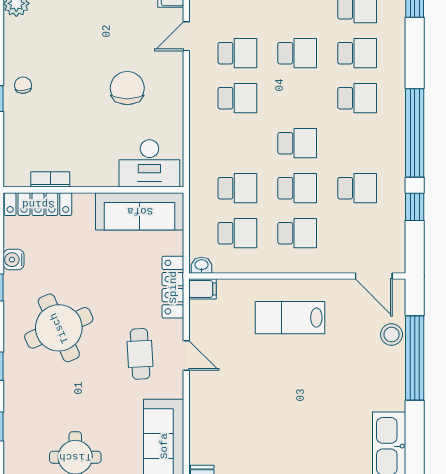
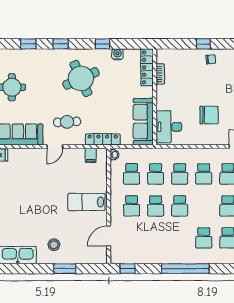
school desk: (357, 188) -> (180, 174), moved
window: (415, 207) -> (128, 269), moved
door: (374, 276) -> (109, 236), moved
filing cabinet: (203, 289) -> (91, 155), moved
lab bench: (290, 318) -> (86, 202), turned -90
stool: (392, 335) -> (54, 245), moved
door: (186, 356) -> (55, 147), moved
window: (415, 358) -> (65, 269), width x0.47

